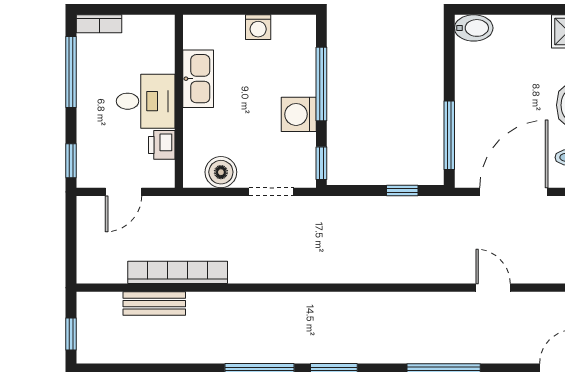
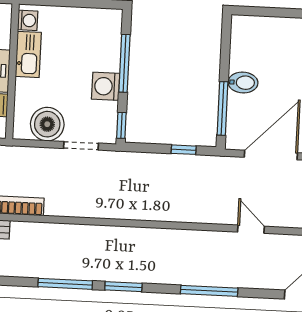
washing machine: (258, 27) -> (28, 20), moved, turned -90
bidet: (474, 28) -> (243, 83), moved
boiler: (221, 172) -> (47, 124), width x1.37, depth x1.37

